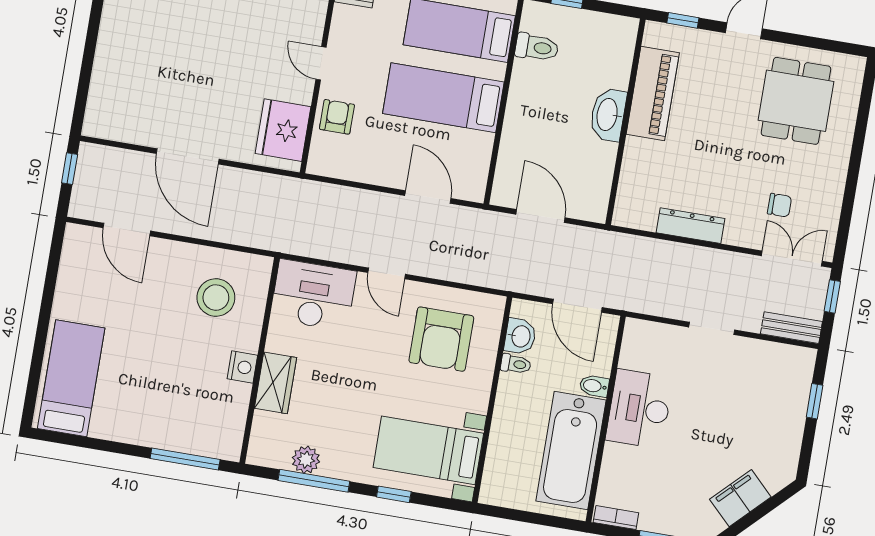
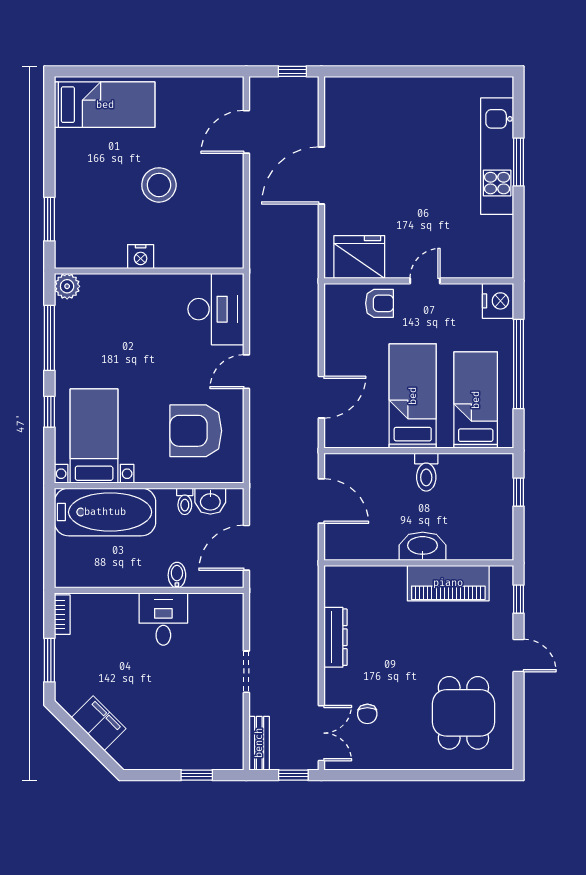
toilet: (537, 47) -> (426, 472), moved
dining table: (796, 101) -> (463, 713), turned 90
door: (540, 216) -> (321, 501), hinge flipped
stool: (216, 298) -> (159, 185), moved
wardrobe: (275, 383) -> (131, 289), removed
desk: (639, 409) -> (163, 619), width x0.73
bathtub: (571, 451) -> (105, 512), moved, turned 180
window: (185, 459) -> (49, 219), width x0.69
plant: (306, 460) -> (67, 286), moved

